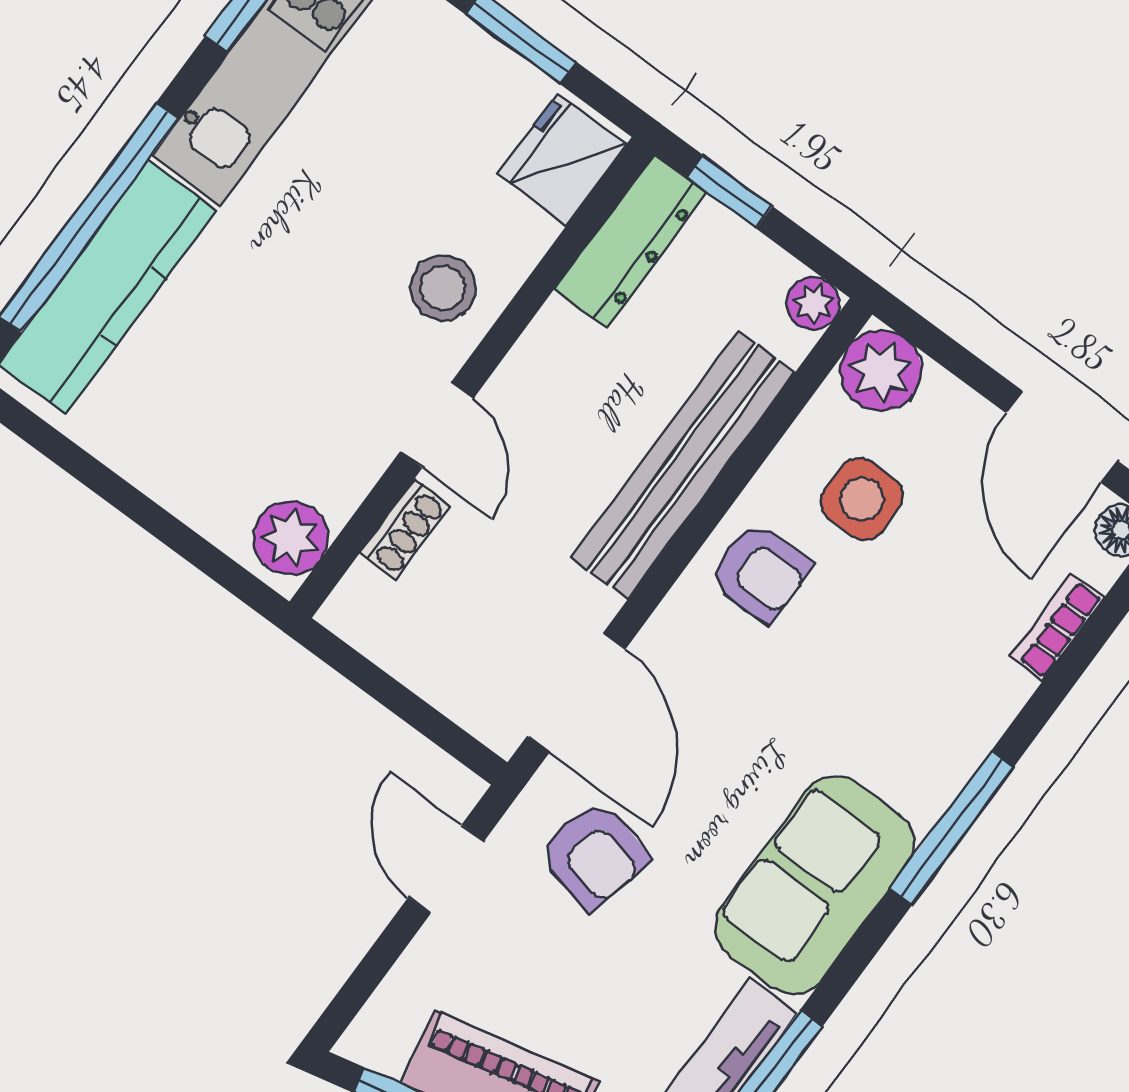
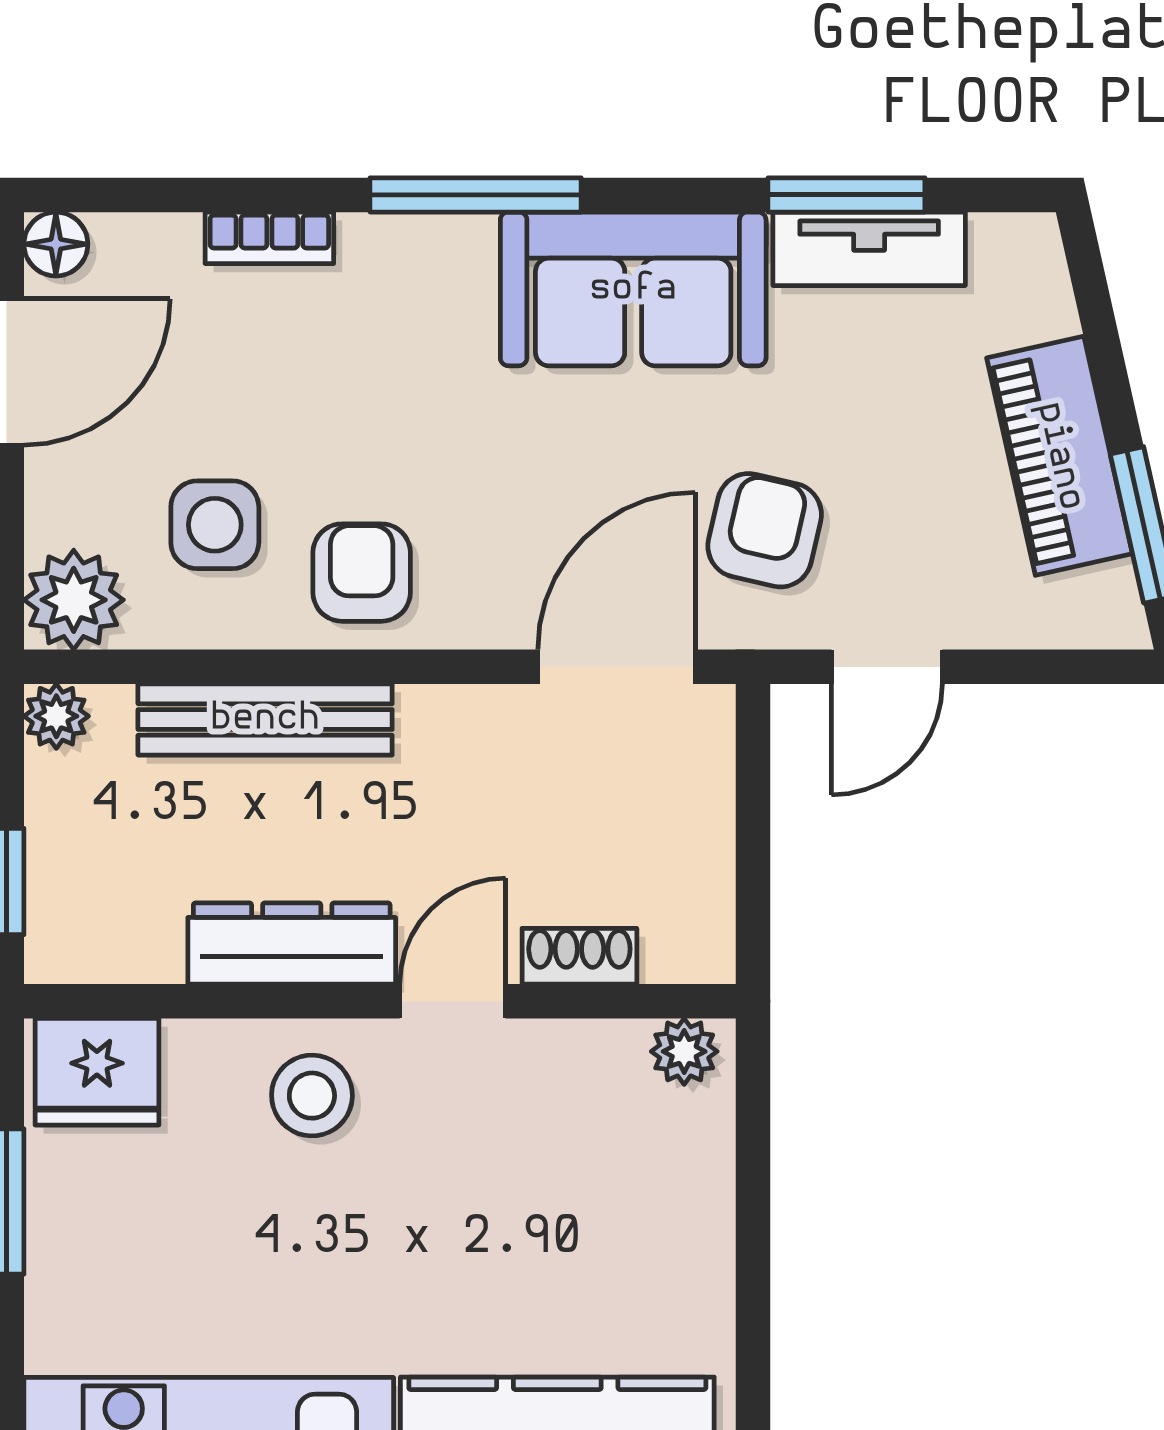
dresser: (631, 241) -> (292, 943), moved
bench: (683, 465) -> (265, 719), width x0.73, depth x0.82
plant: (291, 538) -> (684, 1051), width x0.73, depth x0.73
bookcase: (1057, 627) -> (269, 238), moved

